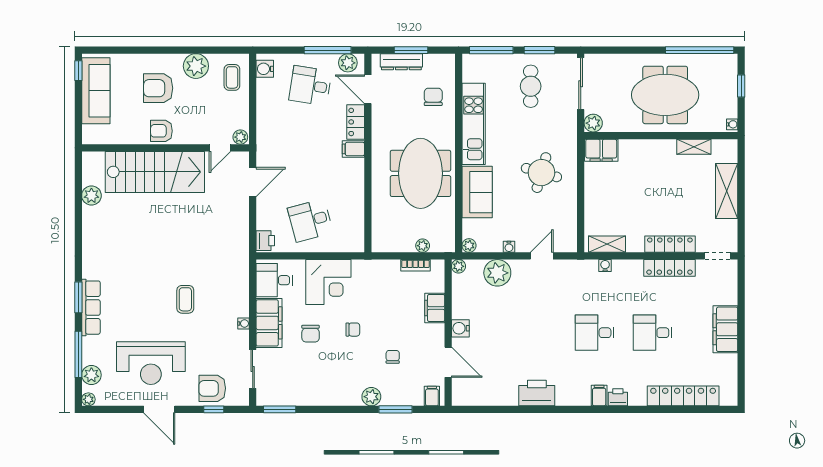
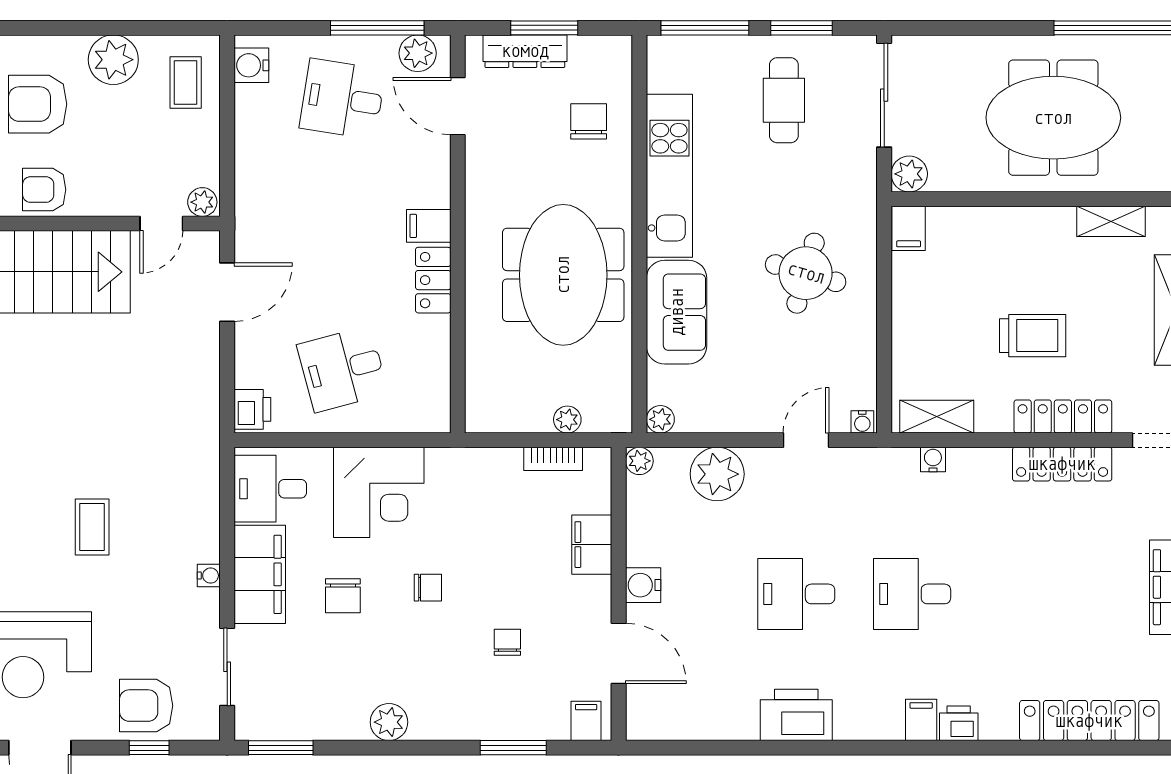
locker: (356, 122) -> (433, 280), moved
filing cabinet: (601, 150) -> (909, 228), width x0.50
trolley: (655, 204) -> (1033, 336), added
water cooler: (509, 247) -> (862, 422), moved
desk: (652, 333) -> (796, 594), moved
plant: (371, 397) -> (389, 722), moved

